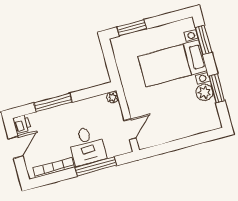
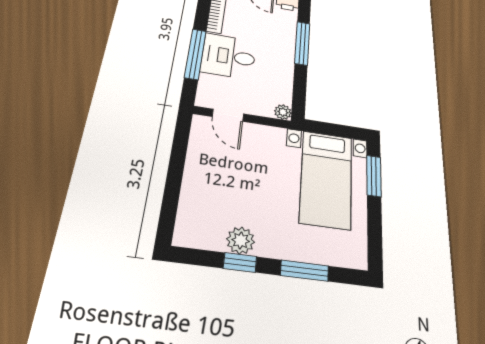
window: (204, 40) -> (305, 271), moved
bed with nightstands: (173, 63) -> (326, 179), moved, turned 180
window: (217, 88) -> (240, 263), width x0.67

